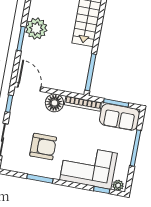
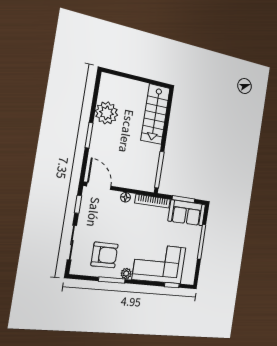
plant: (36, 29) -> (107, 113), moved
floor lamp: (54, 103) -> (126, 197), width x0.53, depth x0.53
armchair: (43, 147) -> (105, 255), moved
plant: (118, 185) -> (126, 274), moved

